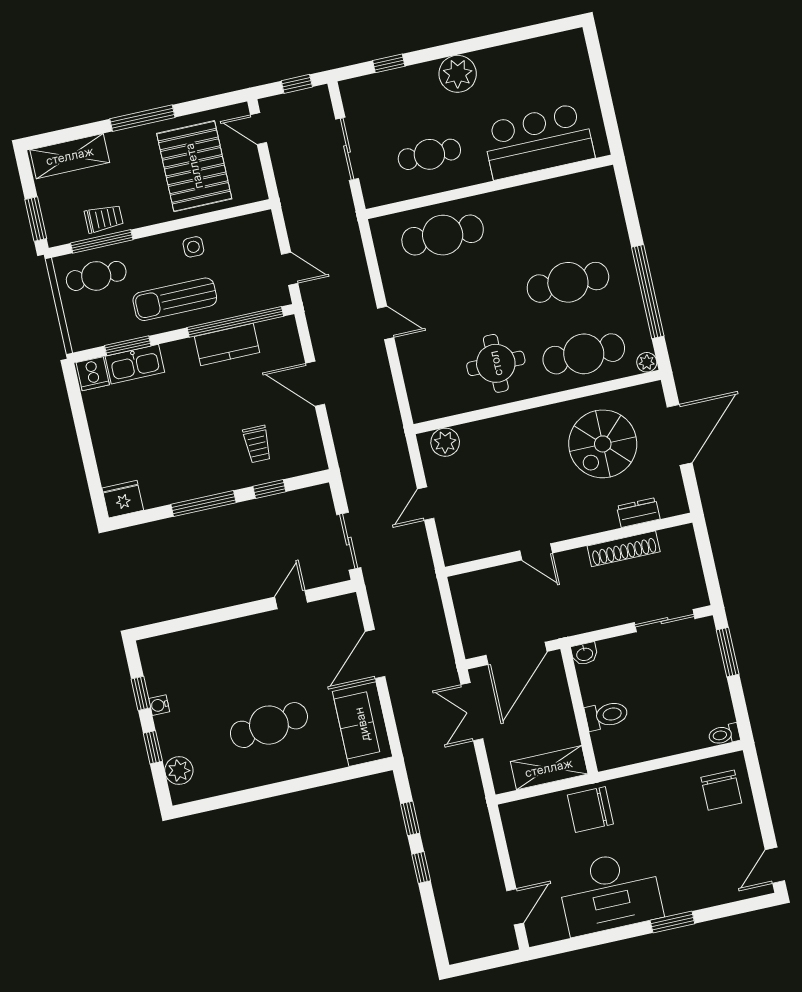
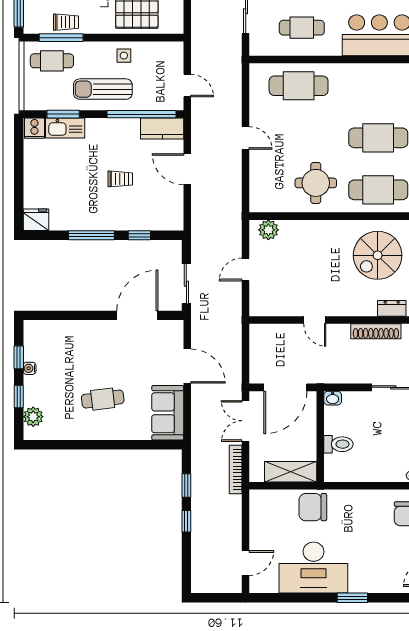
kitchen counter: (227, 344) -> (162, 128), moved
trolley: (257, 444) -> (120, 179), moved, turned -90
door: (291, 600) -> (137, 315), width x1.87
door: (375, 654) -> (187, 366), swing flipped
cafe table: (269, 725) -> (103, 399), width x0.73, depth x0.74
bookcase: (473, 781) -> (236, 470), added

